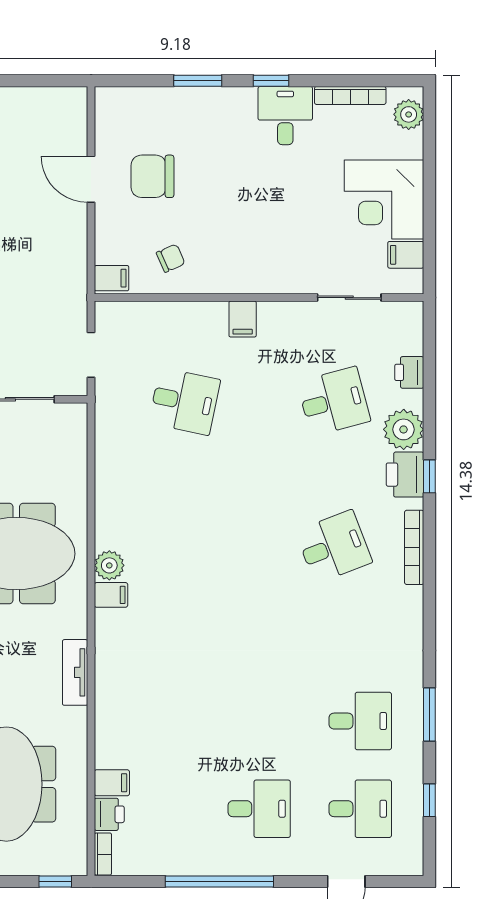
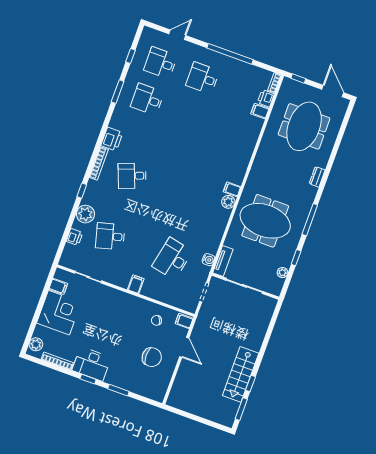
desk: (285, 116) -> (92, 364), width x1.37
door: (91, 179) -> (184, 347), moved
desk: (184, 401) -> (172, 259), width x1.37
water cooler: (107, 427) -> (208, 260), added
printer: (405, 475) -> (112, 139), moved
tv unit: (75, 672) -> (223, 261), moved

